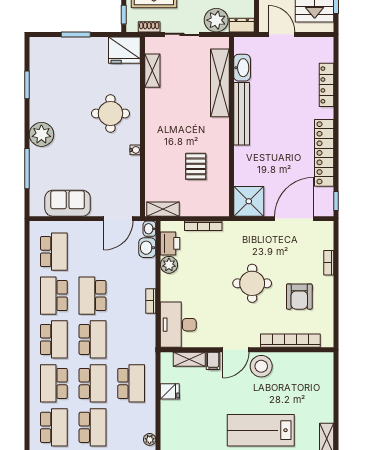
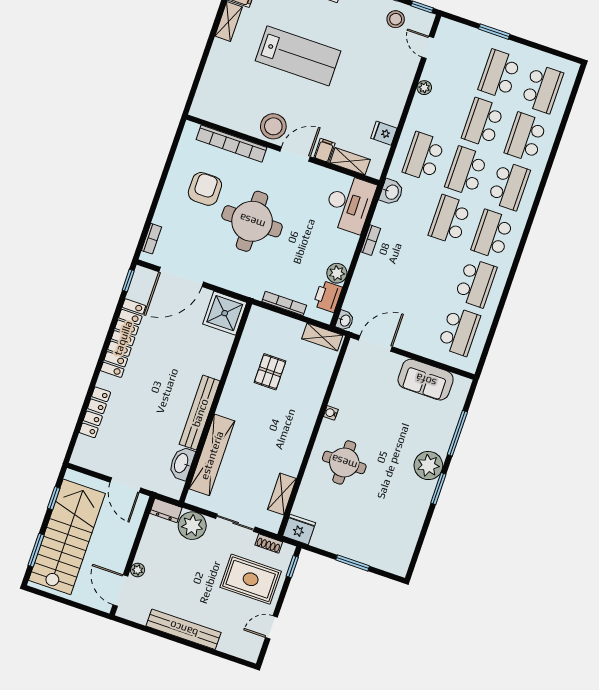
fridge: (124, 50) -> (299, 529), width x0.73, depth x0.75
window: (27, 85) -> (438, 489), moved
washbasin: (147, 248) -> (391, 192), moved
school desk: (54, 252) -> (459, 331), turned 180
bookcase: (329, 263) -> (152, 239), moved
round table: (252, 283) -> (252, 221), width x1.36, depth x1.36
school desk: (93, 296) -> (433, 268), removed

